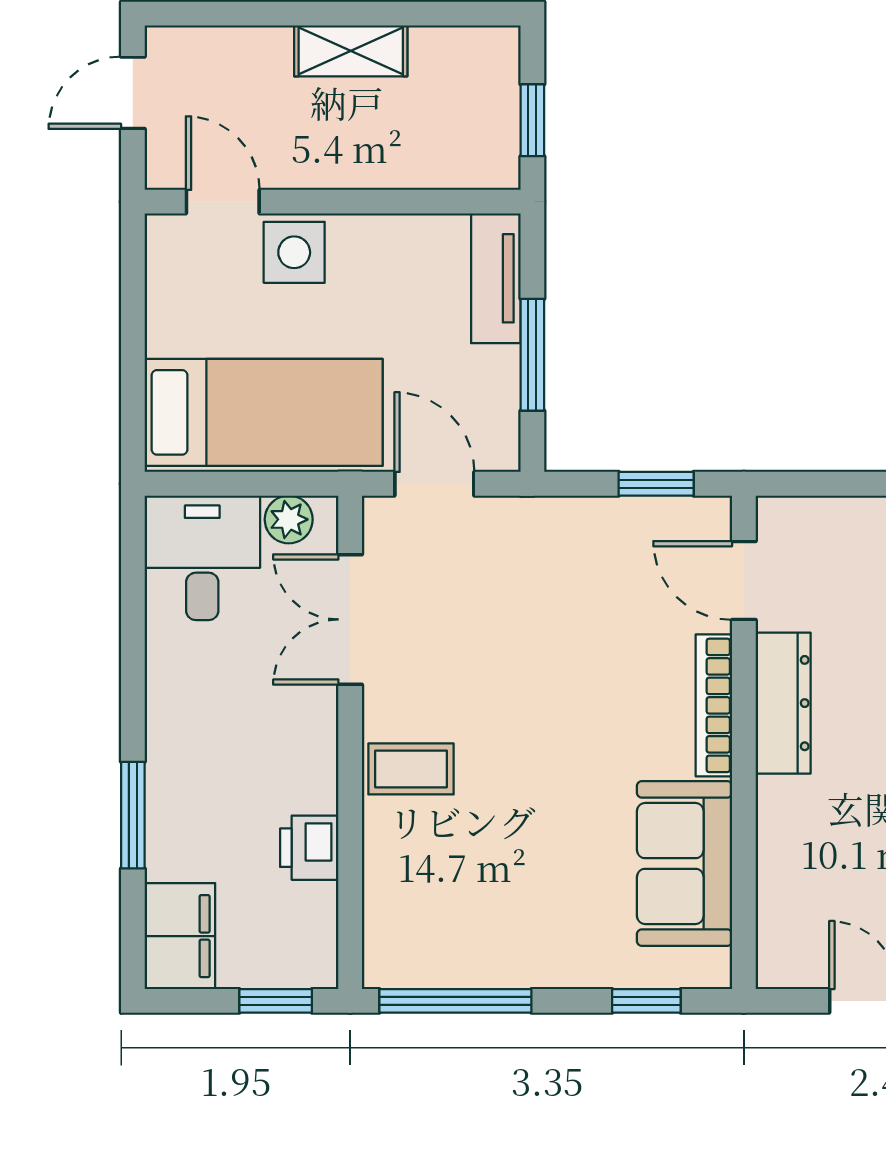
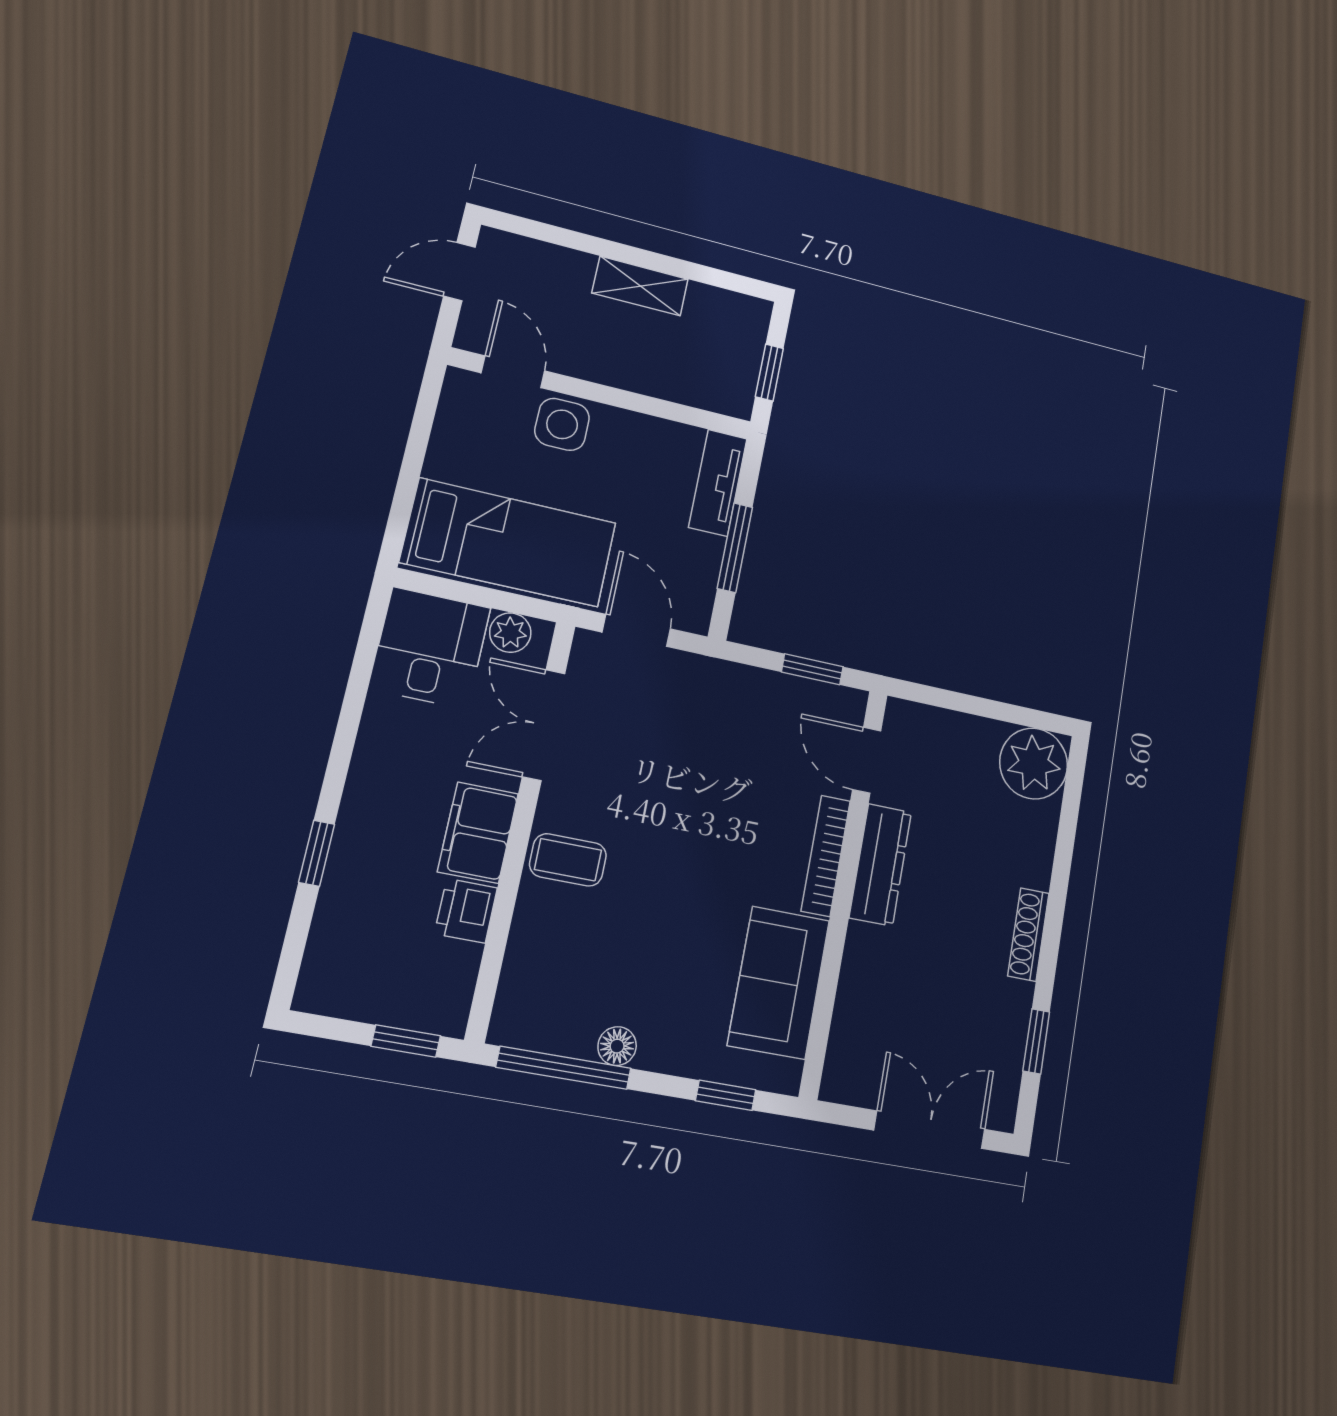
window: (133, 815) -> (317, 853), width x0.67
filing cabinet: (180, 936) -> (478, 833), moved, turned 180
floor lamp: (510, 967) -> (617, 1046), added

